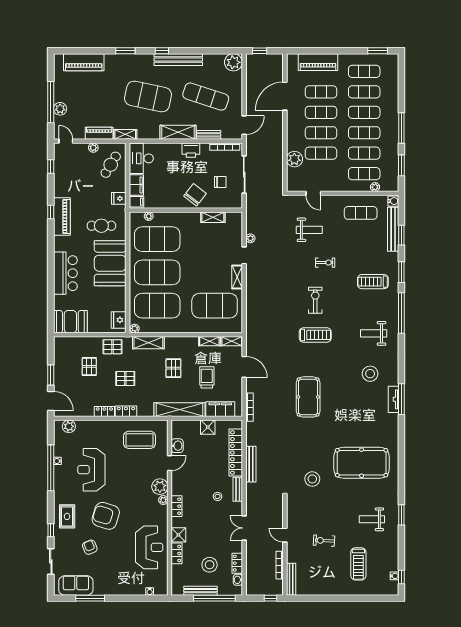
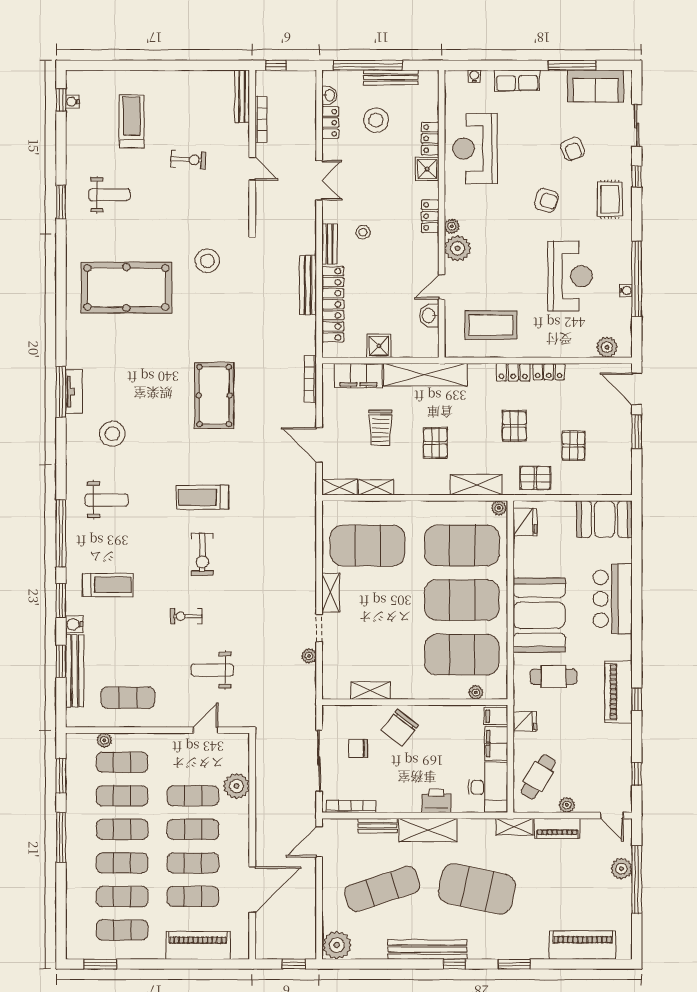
exercise mat: (206, 97) -> (382, 889), turned -36
printer: (191, 150) -> (436, 801), moved
door: (313, 193) -> (206, 730), hinge flipped
water cooler: (393, 201) -> (74, 624), moved
pallet: (125, 378) -> (514, 426), turned 90
armchair: (106, 516) -> (546, 200), width x0.53, depth x0.53
row of seats: (124, 589) -> (517, 81), added

